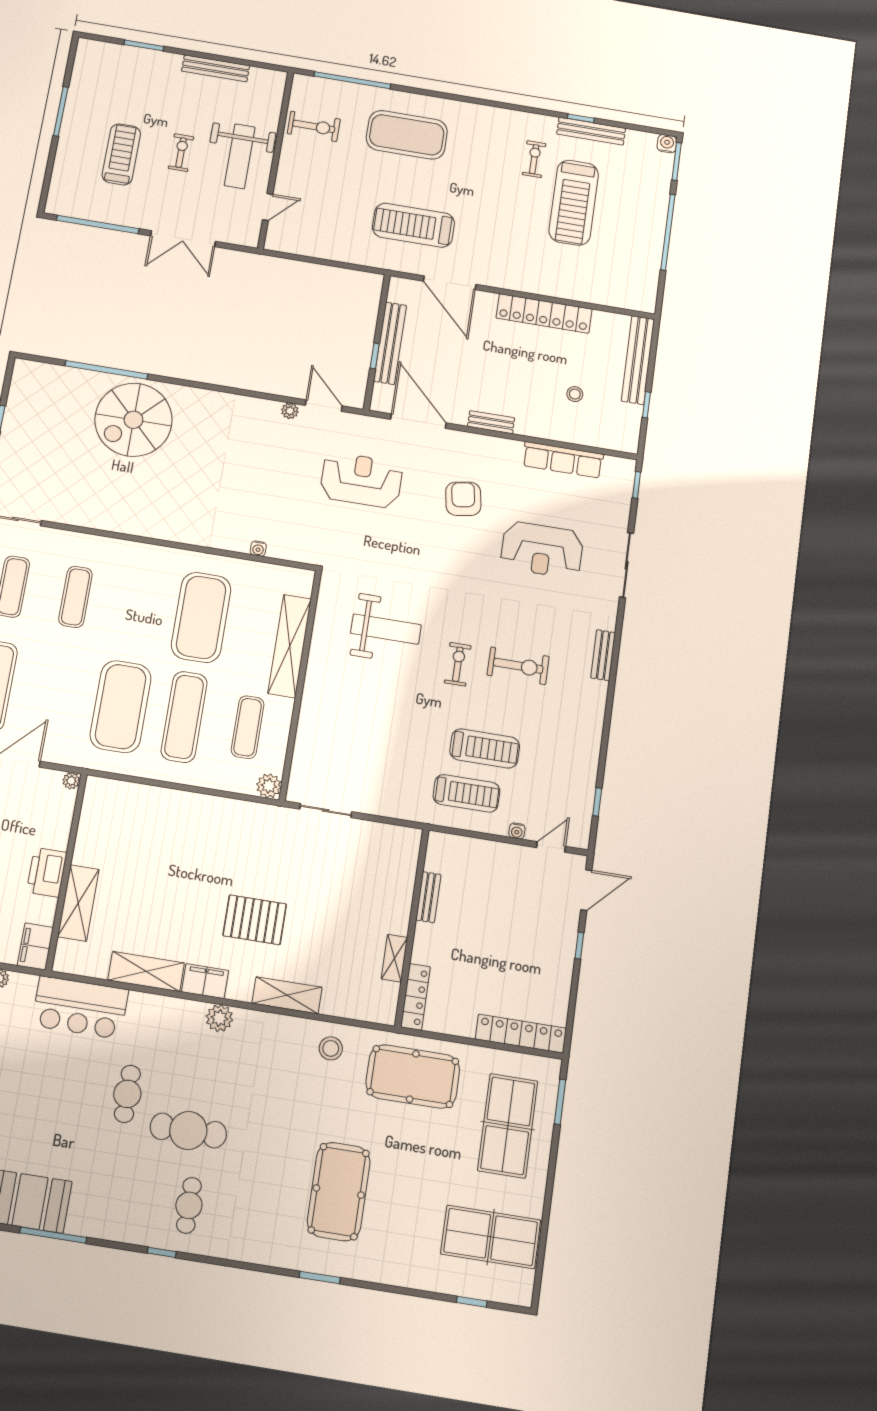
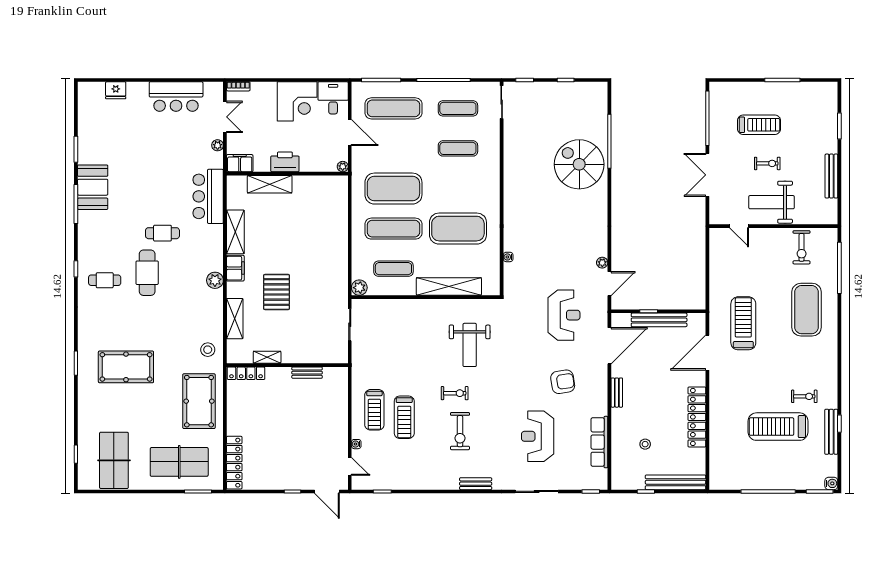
bench: (428, 897) -> (307, 373), moved
wall: (412, 927) -> (287, 365), moved
shelving: (394, 958) -> (267, 357), moved
locker: (415, 997) -> (246, 373), moved

